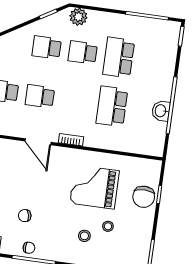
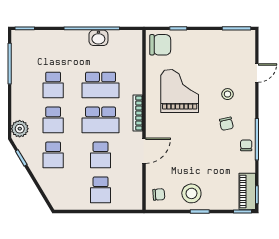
school desk: (119, 57) -> (53, 85), width x0.54
school desk: (76, 101) -> (101, 120), added
bookcase: (71, 140) -> (138, 113), width x1.56
grand piano: (94, 187) -> (180, 91), turned 180
chair: (144, 197) -> (160, 45), moved
chair: (25, 216) -> (226, 124), moved
stool: (108, 226) -> (215, 73), removed

